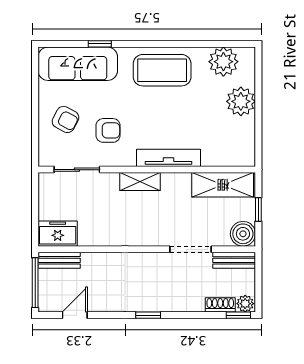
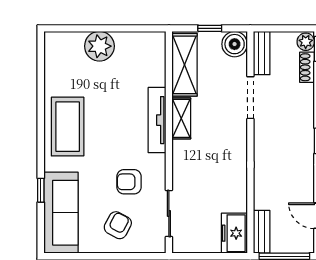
plant: (223, 62) -> (59, 64), removed
armchair: (108, 130) -> (129, 182), turned -90
shelving: (140, 182) -> (181, 118), moved

